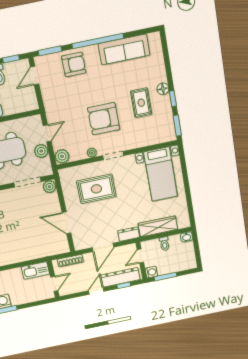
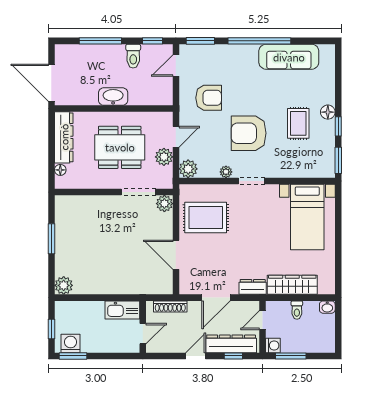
armchair: (74, 64) -> (209, 98), moved
rug: (96, 189) -> (206, 218), moved

